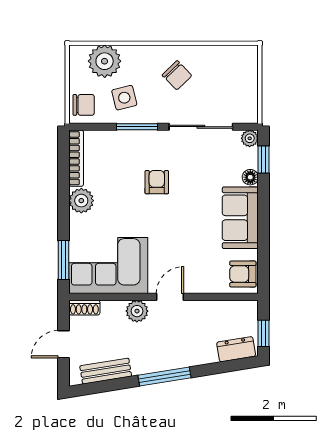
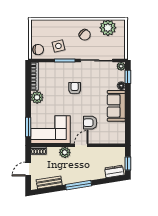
plant: (105, 61) -> (108, 28), moved
armchair: (243, 274) -> (90, 123), moved

